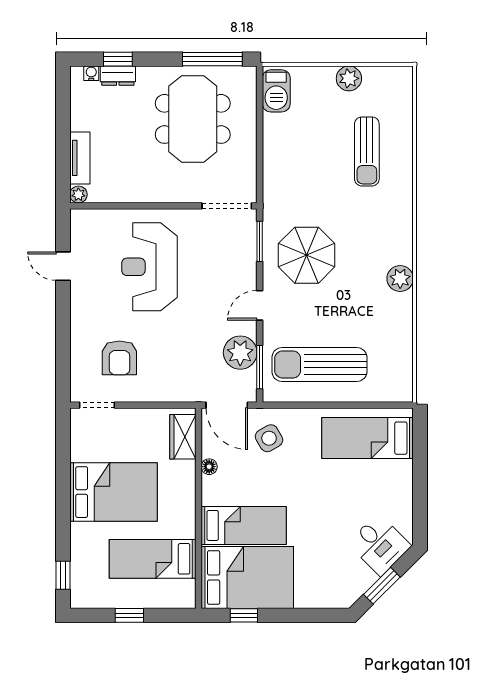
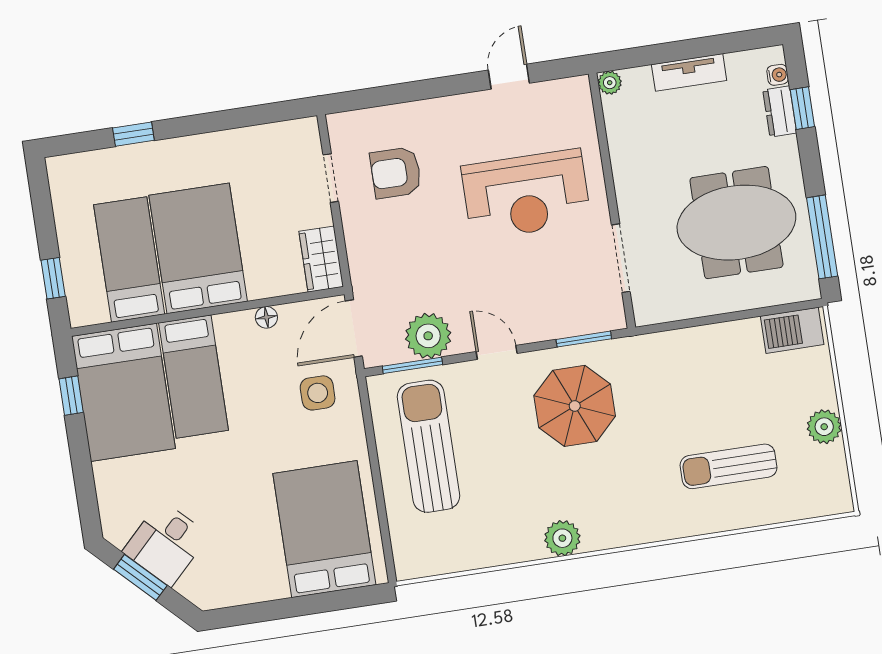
tv unit: (80, 158) -> (689, 72), moved
doorway: (227, 206) -> (621, 258), moved
reception desk: (149, 267) -> (526, 194), turned 180
doorway: (97, 405) -> (331, 178), moved
wardrobe: (183, 437) -> (321, 259), moved, turned -90
side table: (269, 438) -> (318, 393), turned 30
bed: (367, 438) -> (324, 529), width x1.50
bed: (113, 492) -> (198, 248), moved, turned 180
desk: (379, 545) -> (166, 543), moved
window: (63, 575) -> (133, 134), moved
window: (129, 615) -> (53, 278), moved

